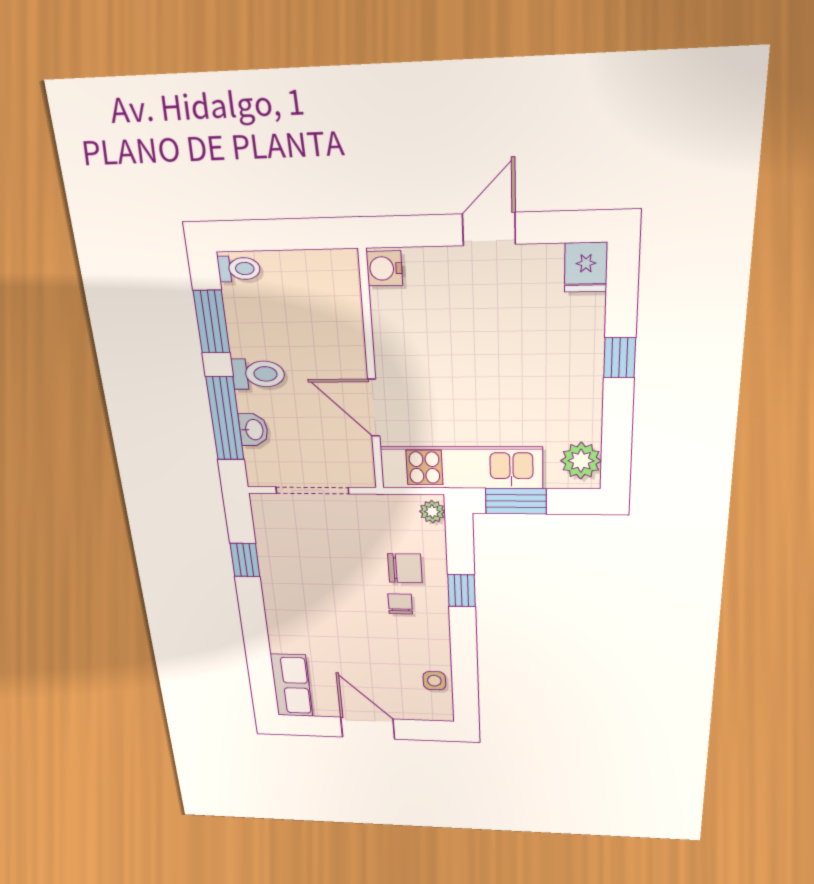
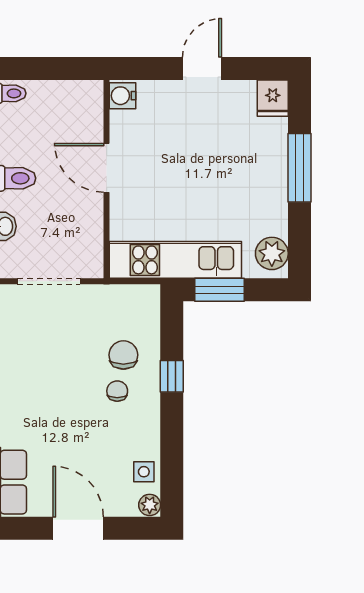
window: (620, 358) -> (299, 168), width x2.17
door: (374, 408) -> (107, 168), moved
plant: (432, 512) -> (150, 505), moved
chair: (405, 568) -> (123, 355), turned -90

